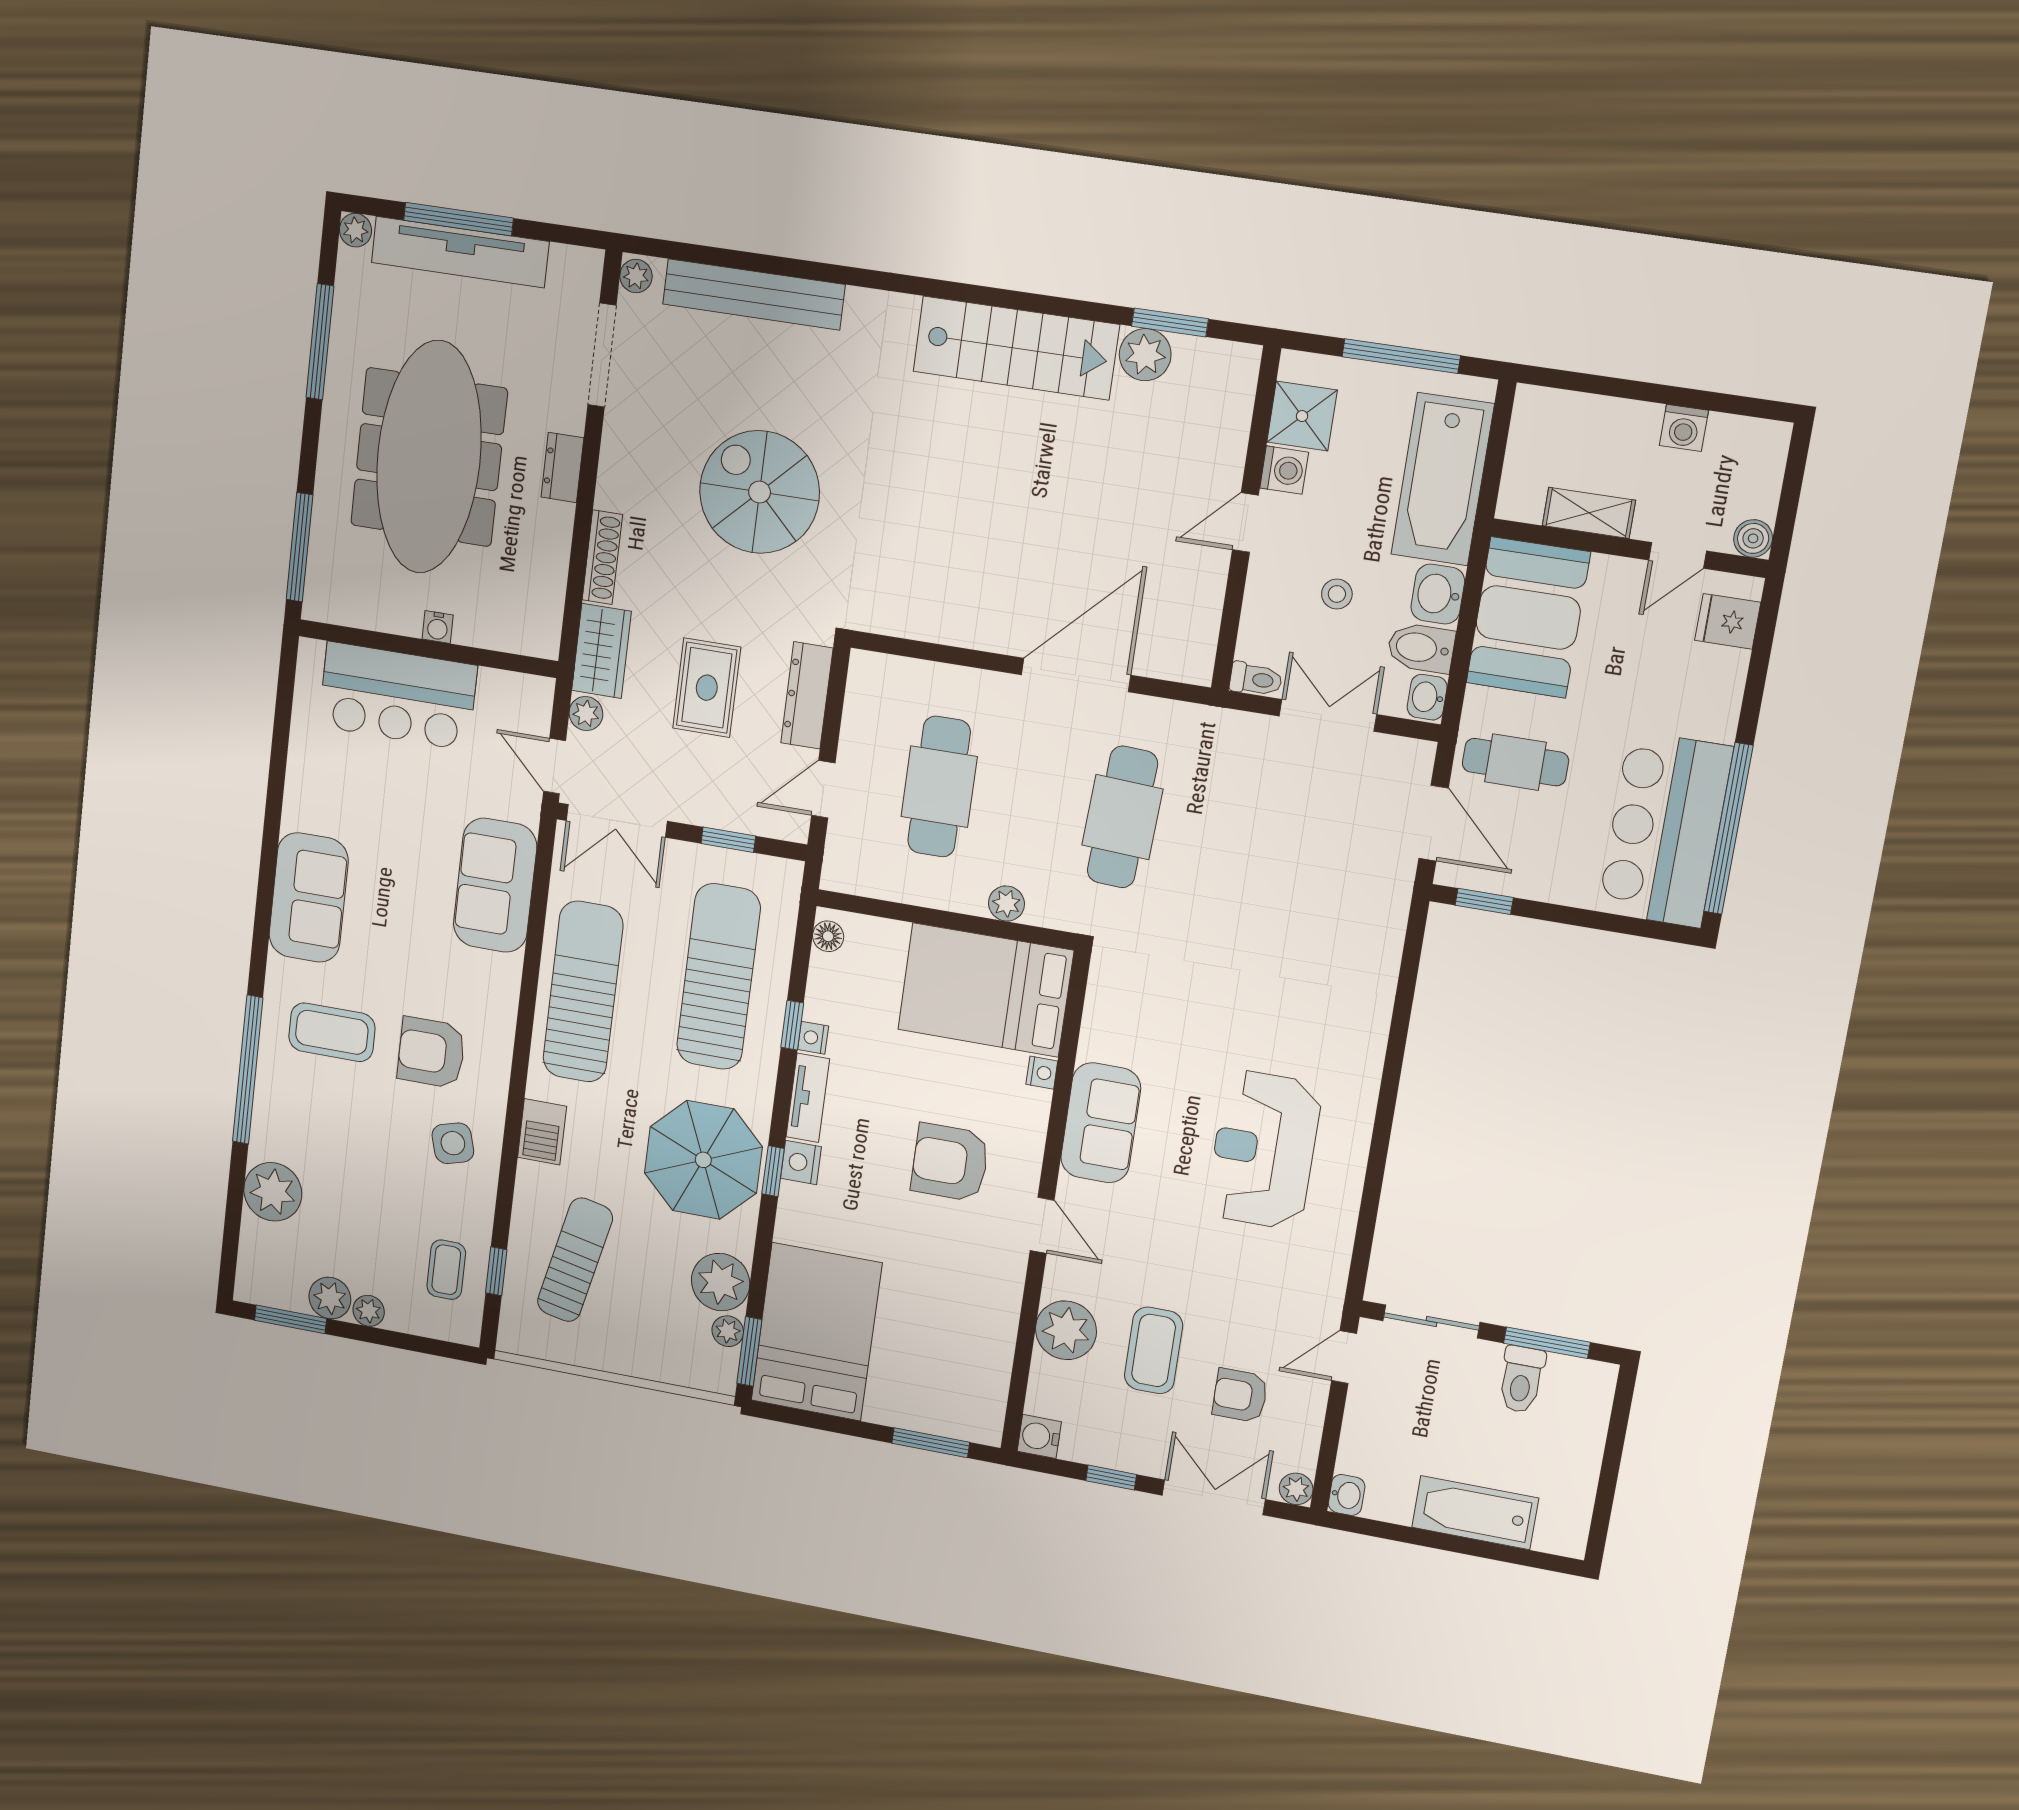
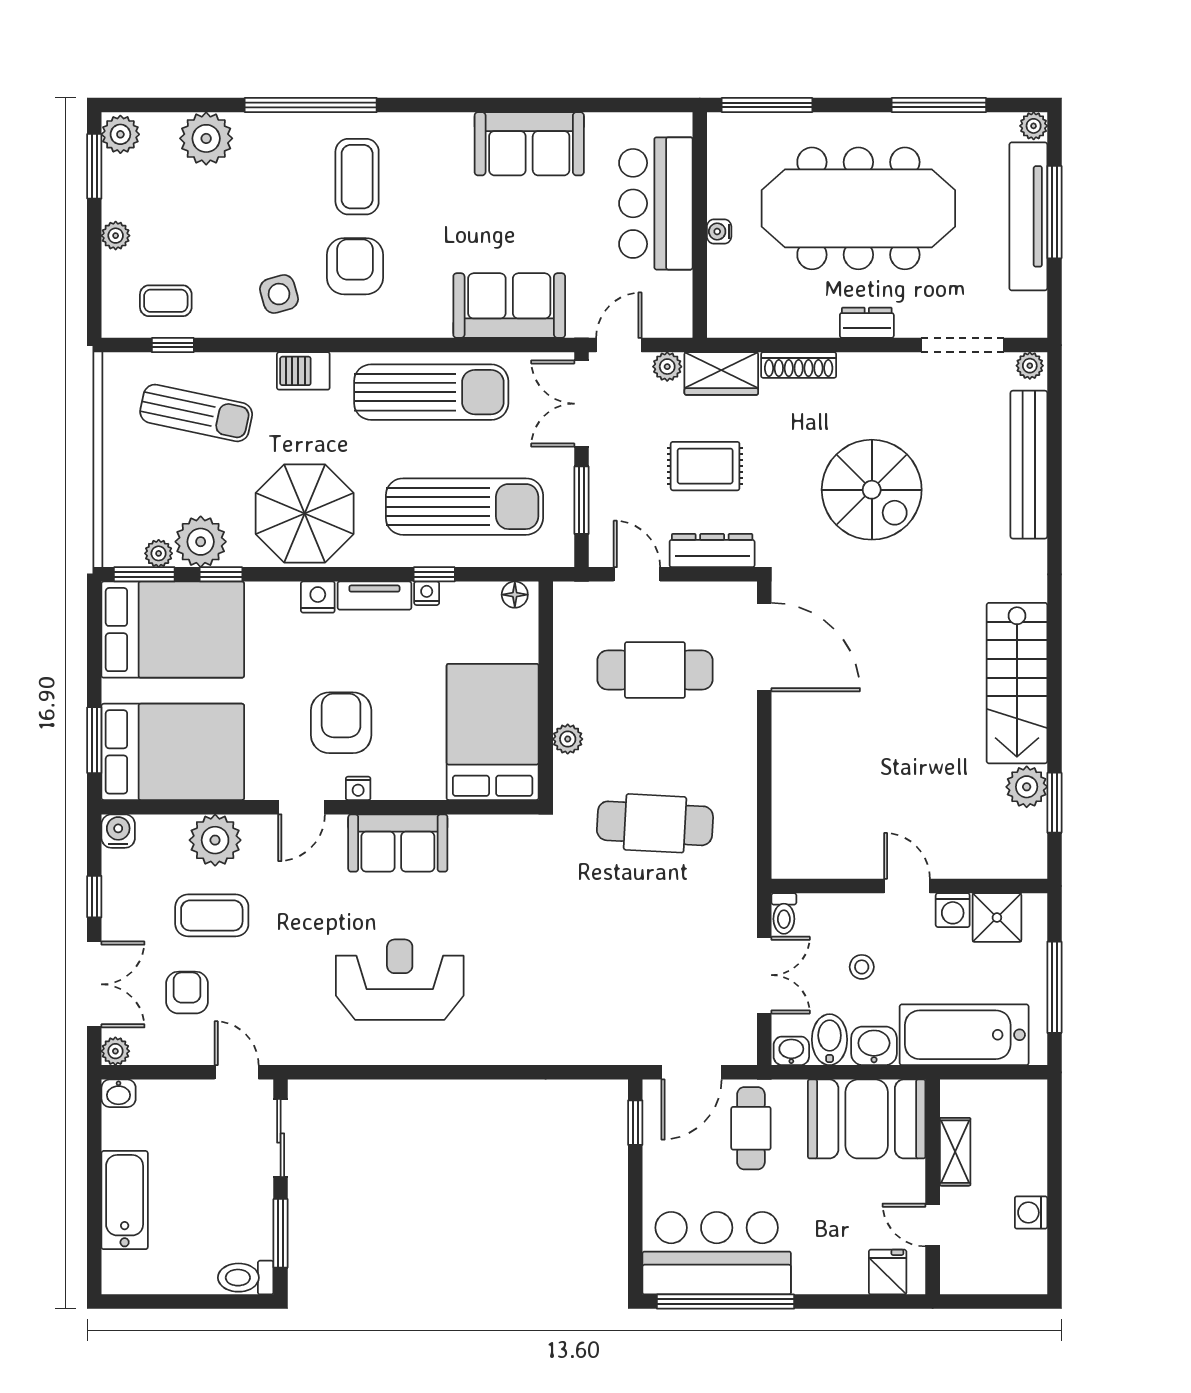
spiral stairs: (760, 492) -> (872, 490), turned 90
boiler: (1753, 538) -> (954, 1280), removed
door: (1076, 675) -> (764, 647), moved
window: (728, 840) -> (582, 500), width x1.50
sofa: (309, 898) -> (529, 144), moved
nightstand: (1042, 1073) -> (358, 788), moved
window: (773, 1171) -> (221, 574), moved
plant: (330, 1298) -> (120, 134), moved
bed: (957, 1358) -> (173, 752), added
toilet: (1521, 1379) -> (246, 1278), moved

